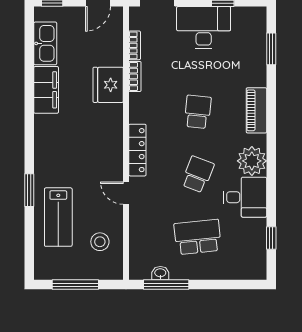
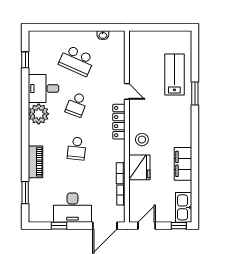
kitchen sink: (45, 43) -> (184, 207), moved
piano: (256, 110) -> (35, 162), moved
school desk: (198, 237) -> (77, 61), turned 30
stool: (100, 242) -> (142, 140), moved
window: (75, 285) -> (162, 27), removed
window: (166, 285) -> (99, 27), removed

